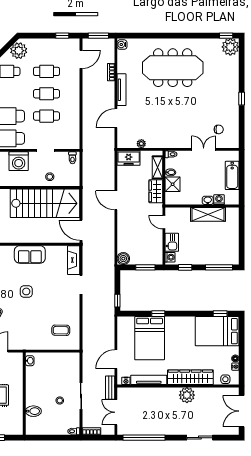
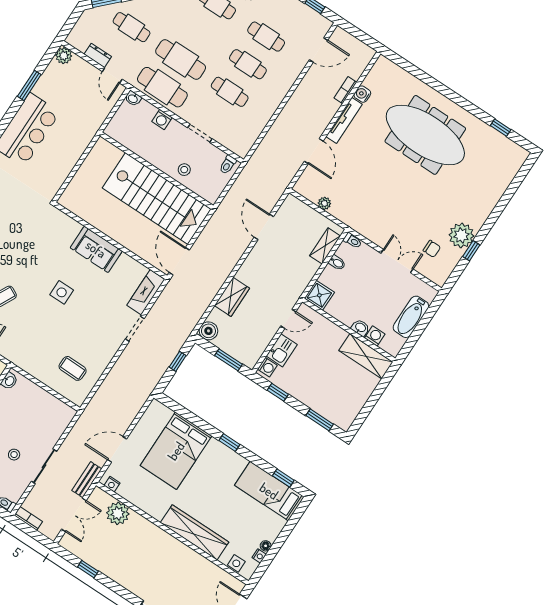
window: (98, 36) -> (360, 35), removed
window: (226, 36) -> (501, 128), moved
water cooler: (122, 45) -> (362, 94), moved
plant: (230, 47) -> (461, 235), moved
window: (242, 99) -> (471, 251), moved
door: (116, 118) -> (314, 151), swing flipped
freezer: (129, 158) -> (297, 211), removed
washing machine: (19, 161) -> (162, 119), width x0.53, depth x0.53
shower: (173, 184) -> (319, 295), moved
wardrobe: (156, 191) -> (232, 297), moved, turned 180
door: (116, 200) -> (264, 227), moved
shelving: (208, 214) -> (366, 356), moved
door: (164, 222) -> (288, 319), swing flipped
window: (219, 267) -> (320, 420), width x0.69
window: (117, 301) -> (178, 361), moved
window: (158, 314) -> (229, 442), moved
bed: (217, 331) -> (269, 491), width x0.67
tv unit: (149, 380) -> (141, 502), removed
plant: (187, 395) -> (118, 513), moved
double door: (116, 412) -> (74, 515), swing flipped
window: (144, 438) -> (88, 569), width x0.32

